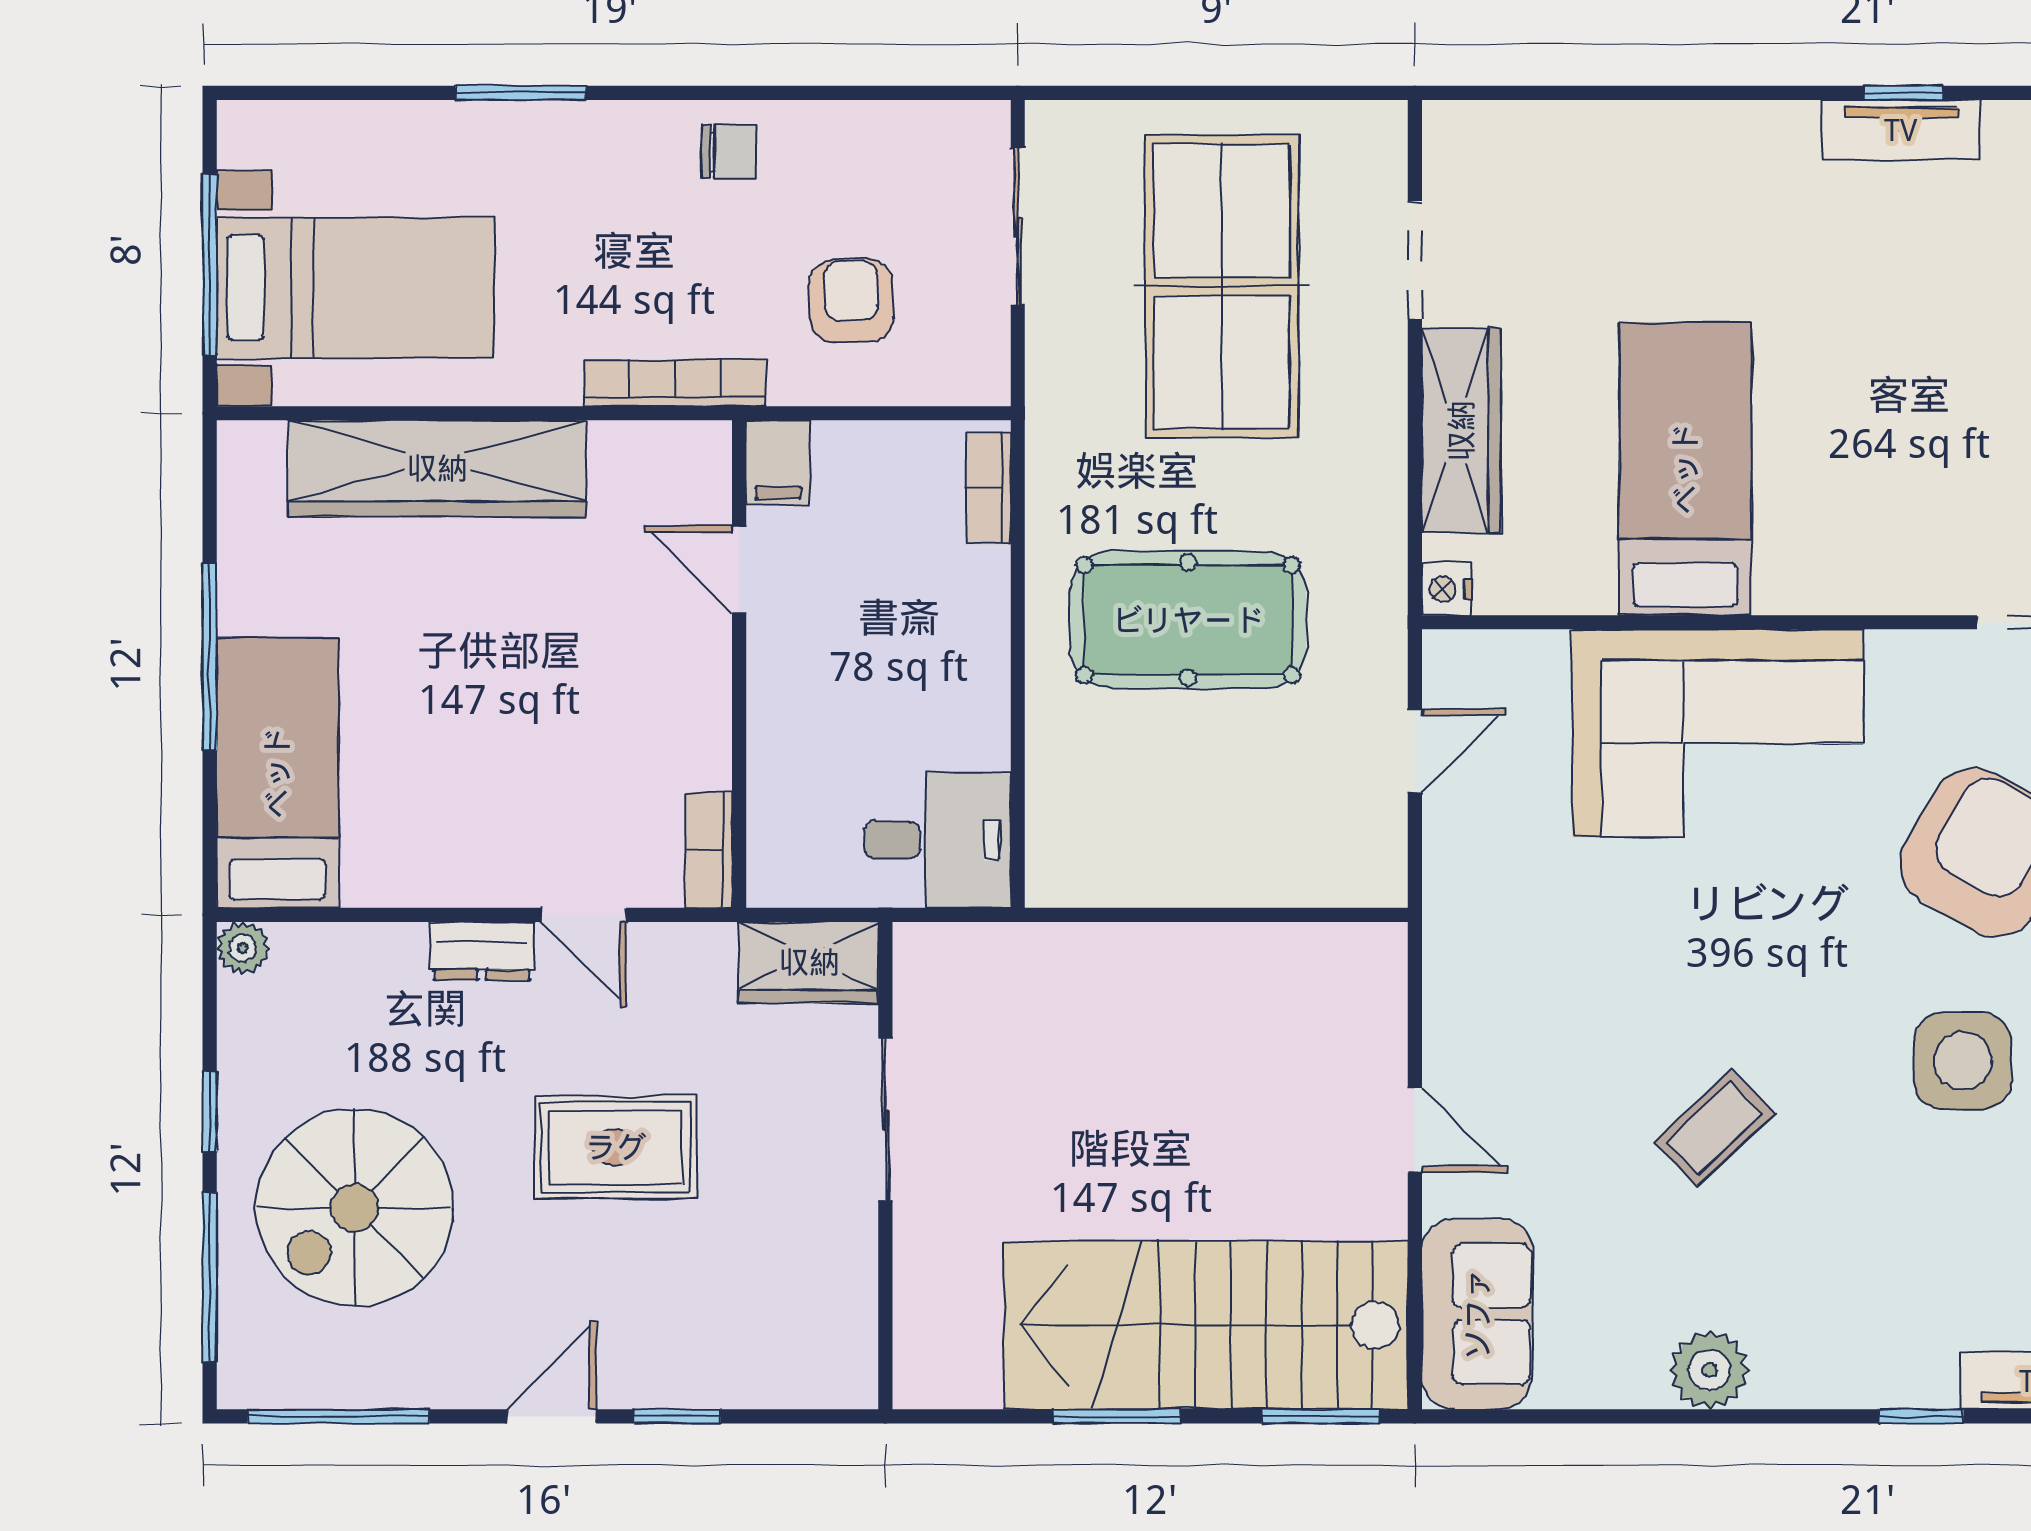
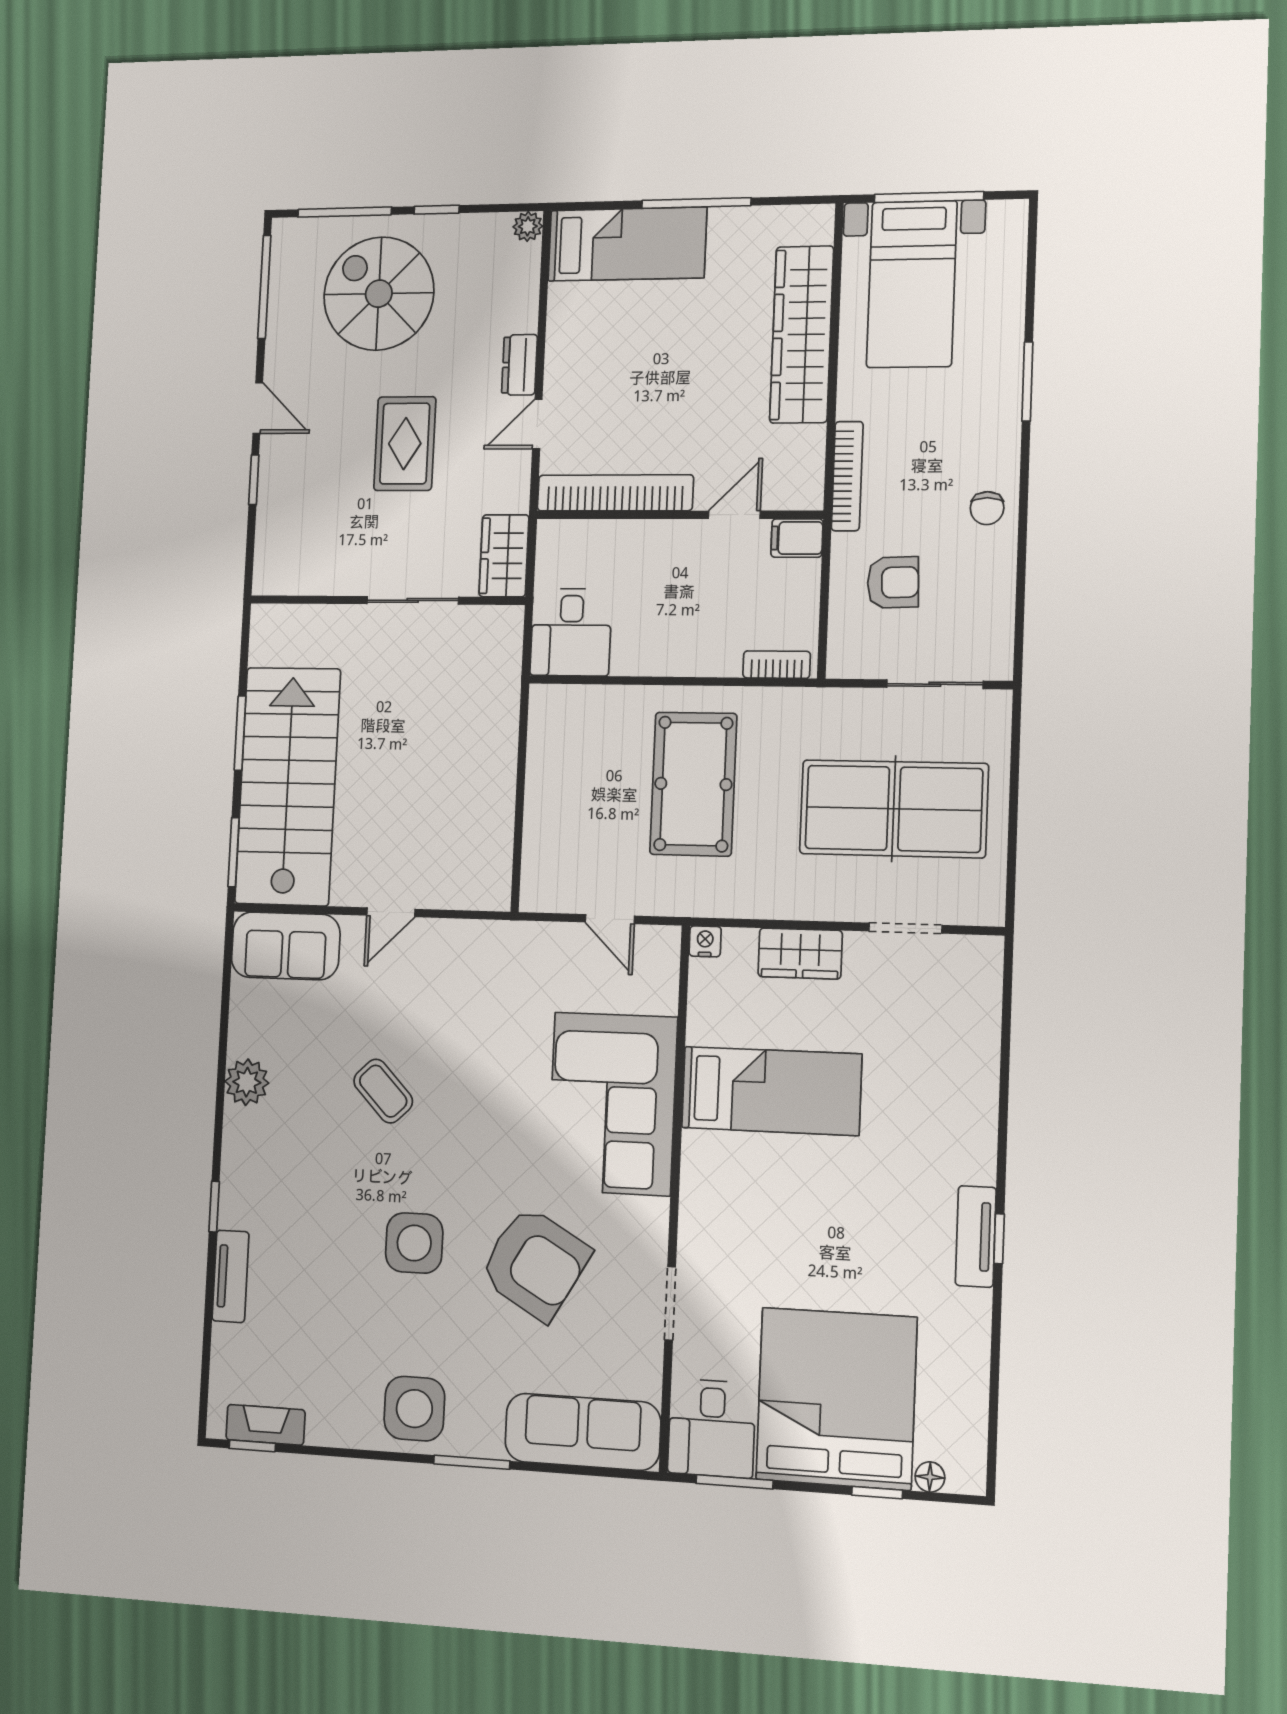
wardrobe: (1461, 431) -> (800, 954), width x0.67
bookcase: (709, 850) -> (615, 493), width x2.31, depth x1.31

